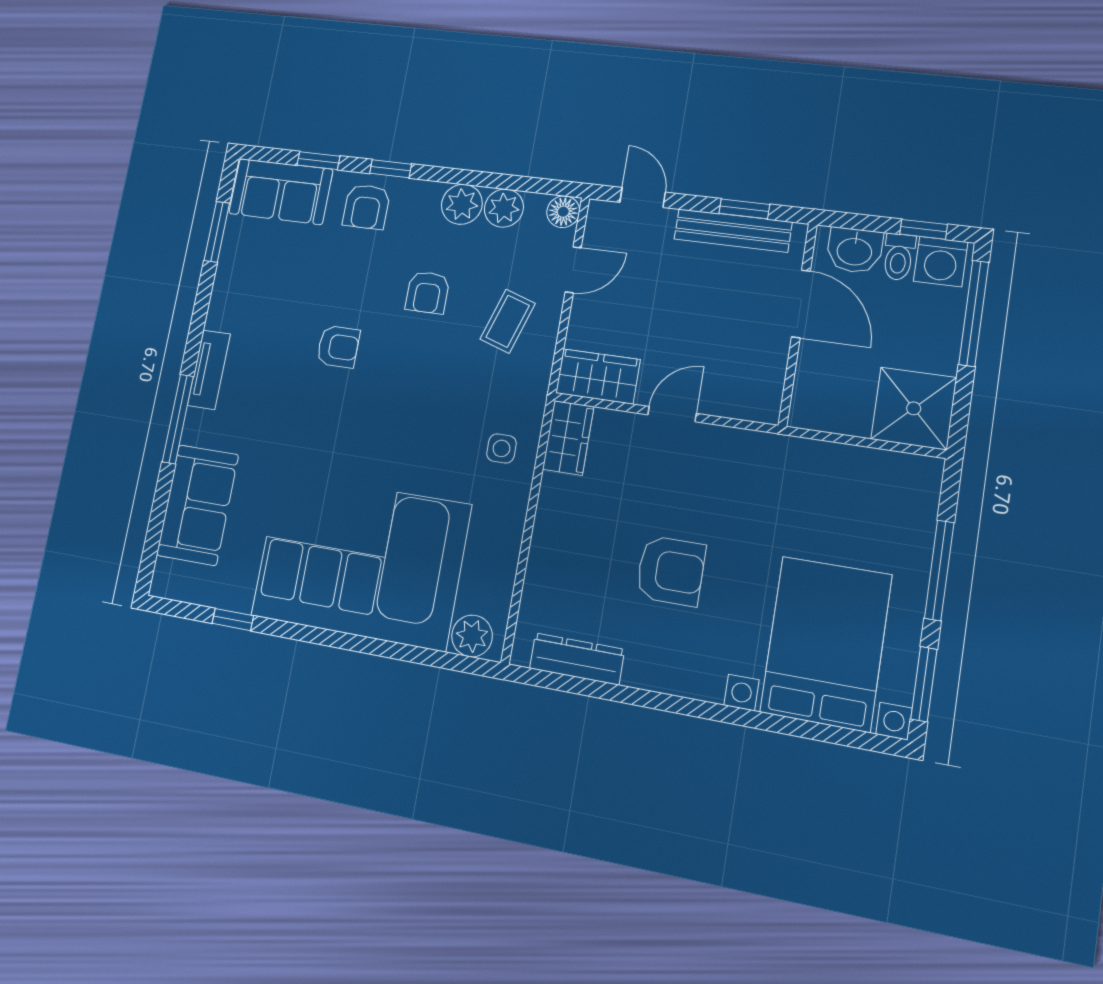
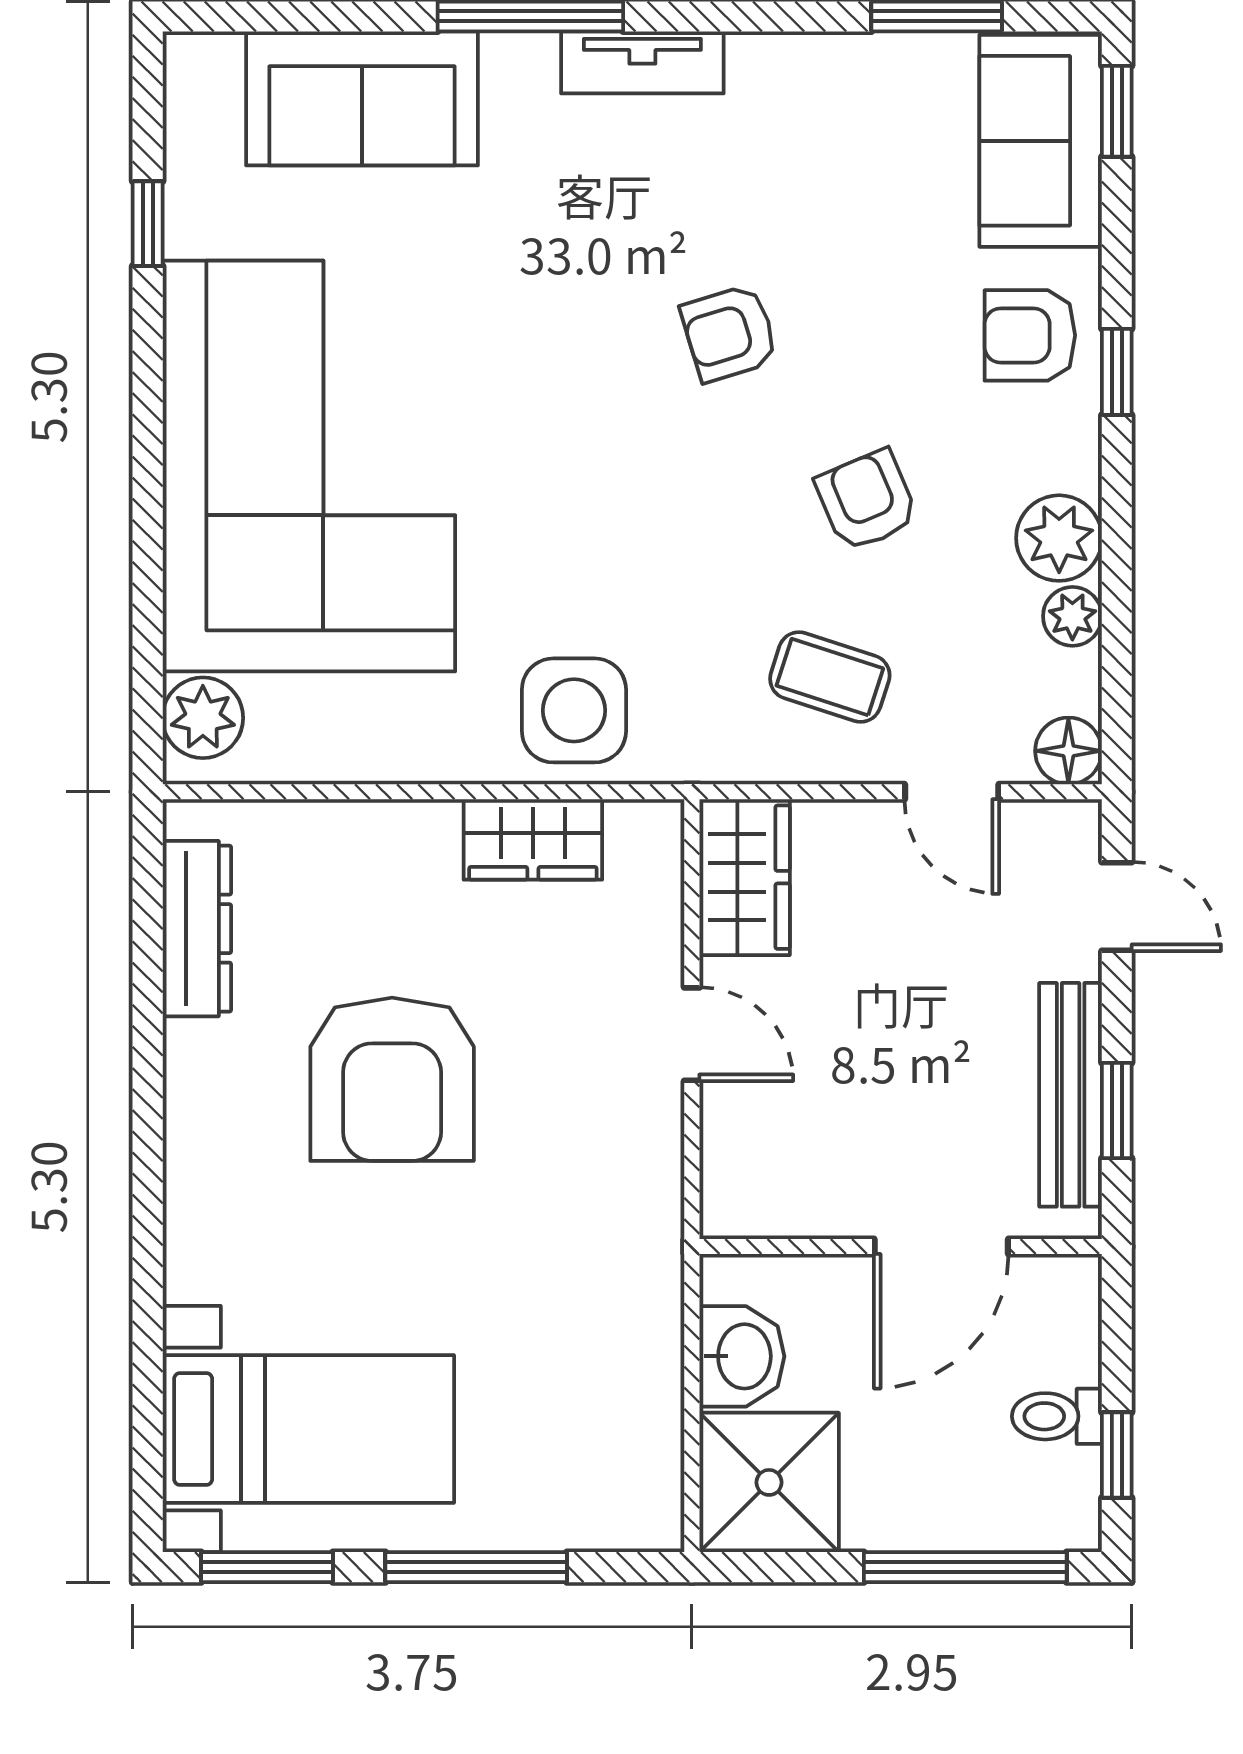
window: (318, 161) -> (1117, 111), moved
door: (643, 197) -> (1117, 906), hinge flipped
plant: (504, 208) -> (1072, 616), width x0.73, depth x0.73
washbasin: (854, 250) -> (742, 1356), moved, turned 180
washing machine: (941, 262) -> (1057, 1495), removed
armchair: (427, 292) -> (867, 500), turned 67
armchair: (338, 347) -> (730, 333), turned 73
wardrobe: (568, 438) -> (533, 839), moved
side table: (501, 448) -> (574, 710), width x1.87, depth x1.87
armchair: (671, 571) -> (392, 1079), width x1.36, depth x1.36
bed with nightstands: (826, 643) -> (308, 1429), width x0.73

